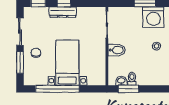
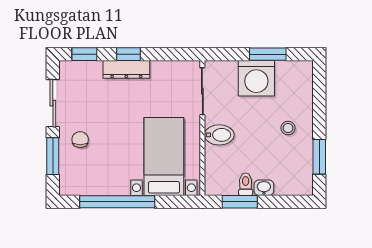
washing machine: (153, 17) -> (256, 78), moved
bed with nightstands: (67, 63) -> (164, 156), moved
washbasin: (121, 81) -> (264, 188), moved

